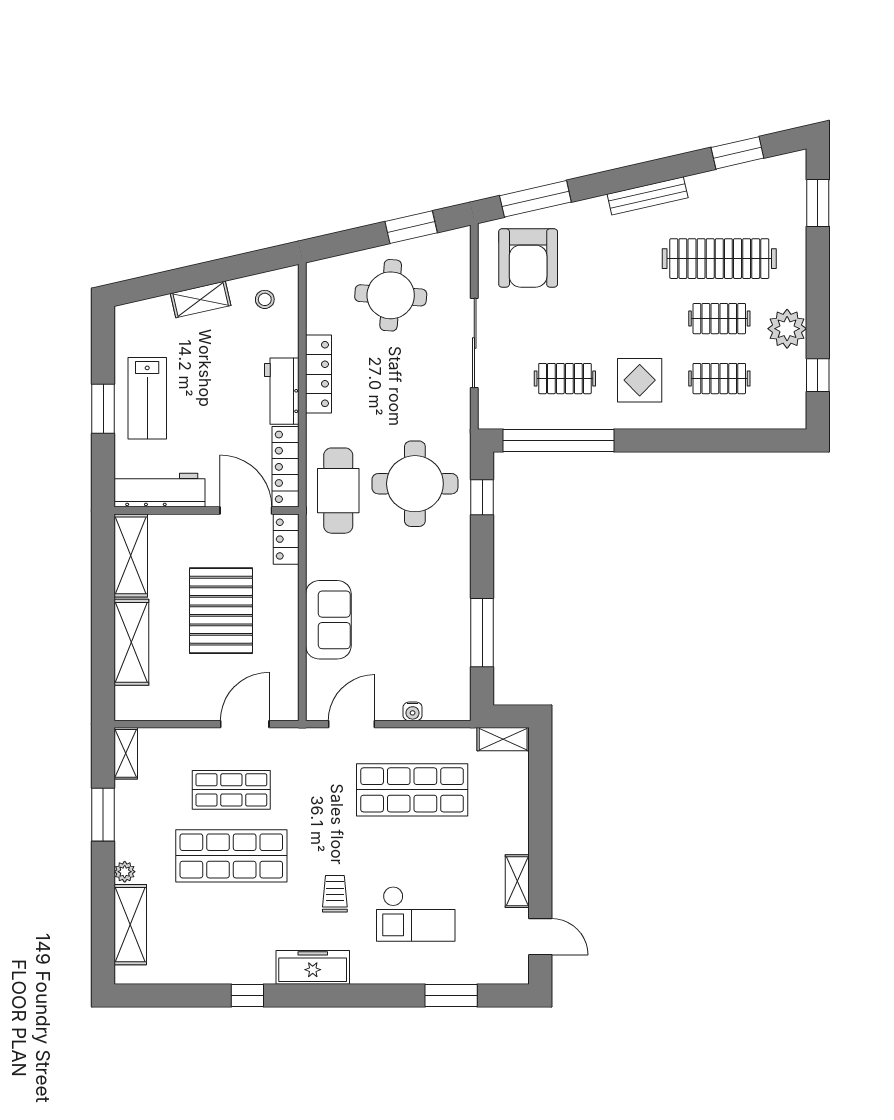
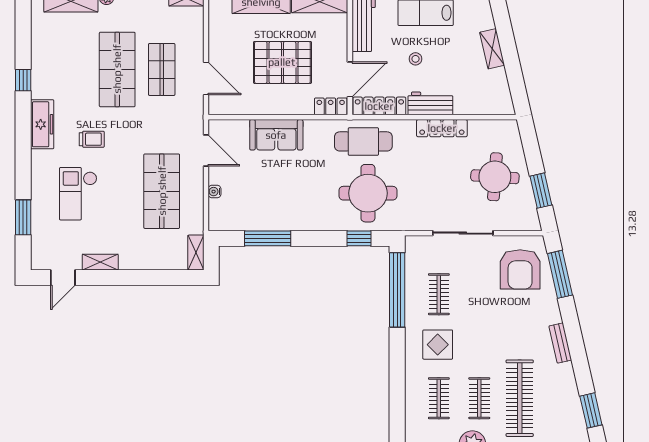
bench: (648, 196) -> (560, 343), width x0.73
armchair: (528, 258) -> (520, 269), turned -90
stool: (265, 299) -> (416, 59), moved

